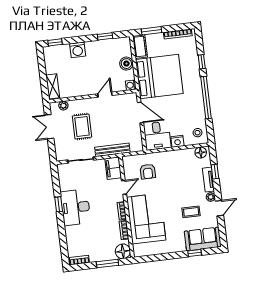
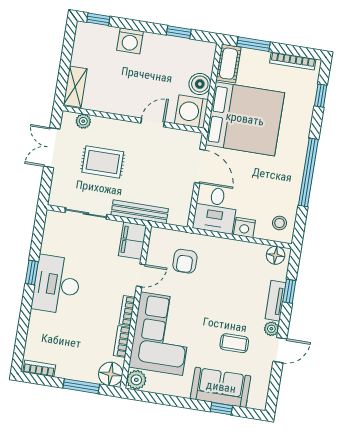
window: (202, 62) -> (321, 96), moved
washing machine: (131, 85) -> (191, 112), width x1.89, depth x1.89
rug: (82, 127) -> (103, 162), turned 90
sofa: (203, 239) -> (221, 387), moved
plant: (139, 250) -> (136, 380), added

